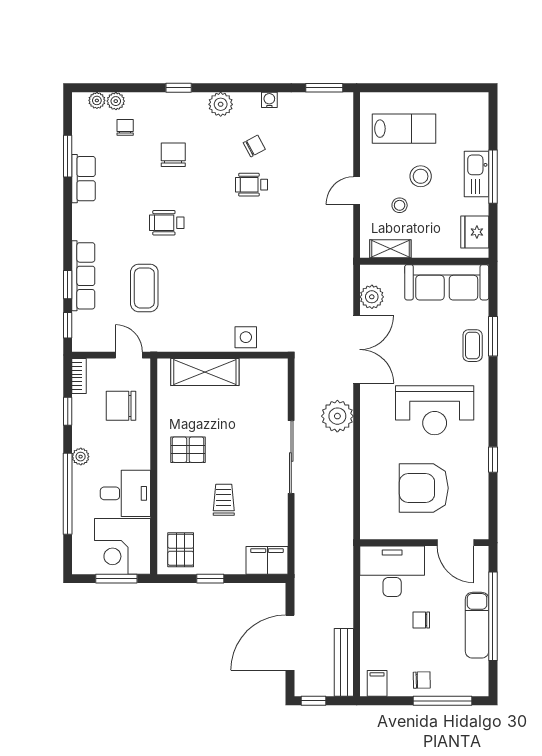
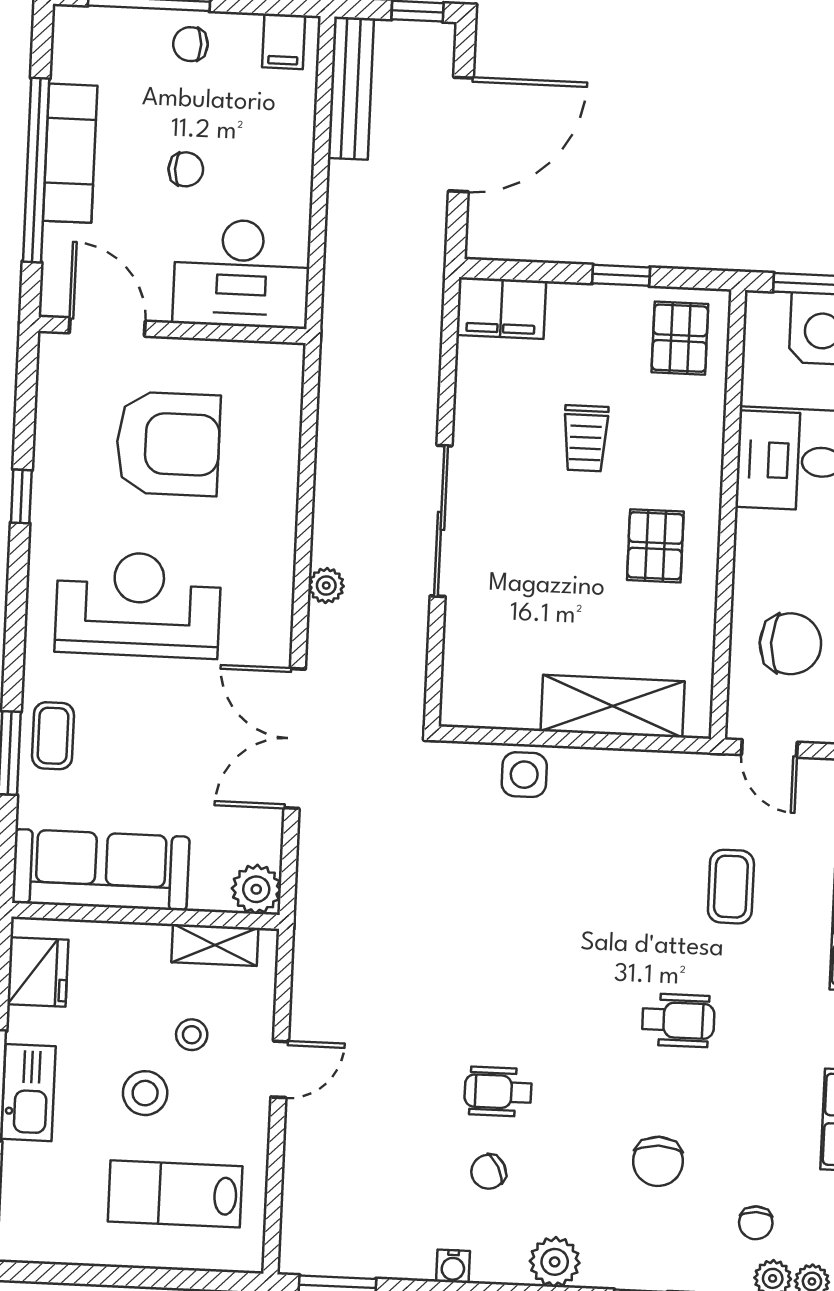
wheelchair: (251, 185) -> (498, 1092), turned 180
coffee table: (144, 288) -> (731, 887), width x0.73, depth x0.77
plant: (372, 297) -> (256, 889), moved
plant: (337, 416) -> (326, 586), width x0.53, depth x0.53
pallet: (188, 450) -> (655, 546), turned 90

